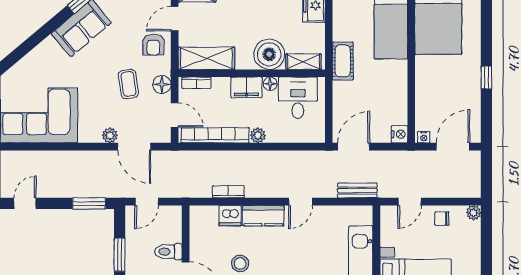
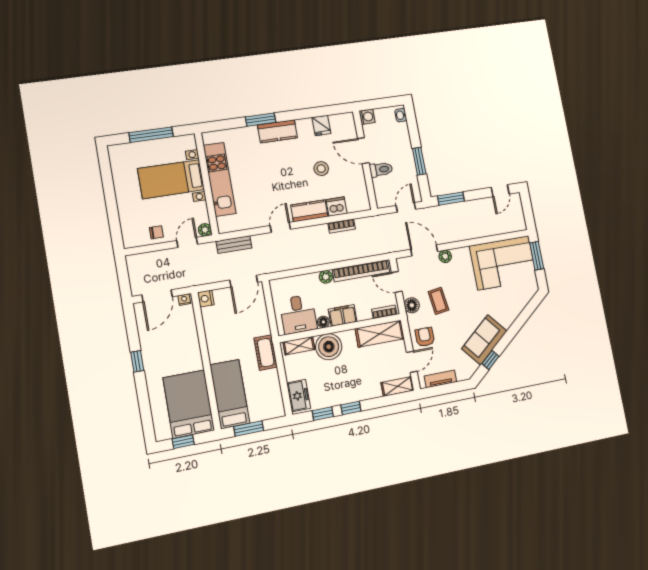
plant: (474, 213) -> (205, 230), moved

